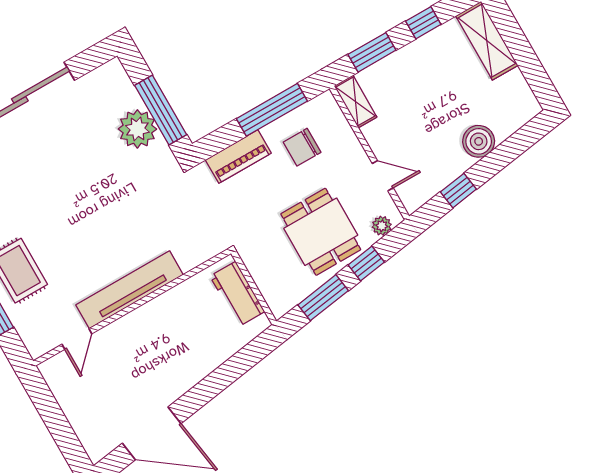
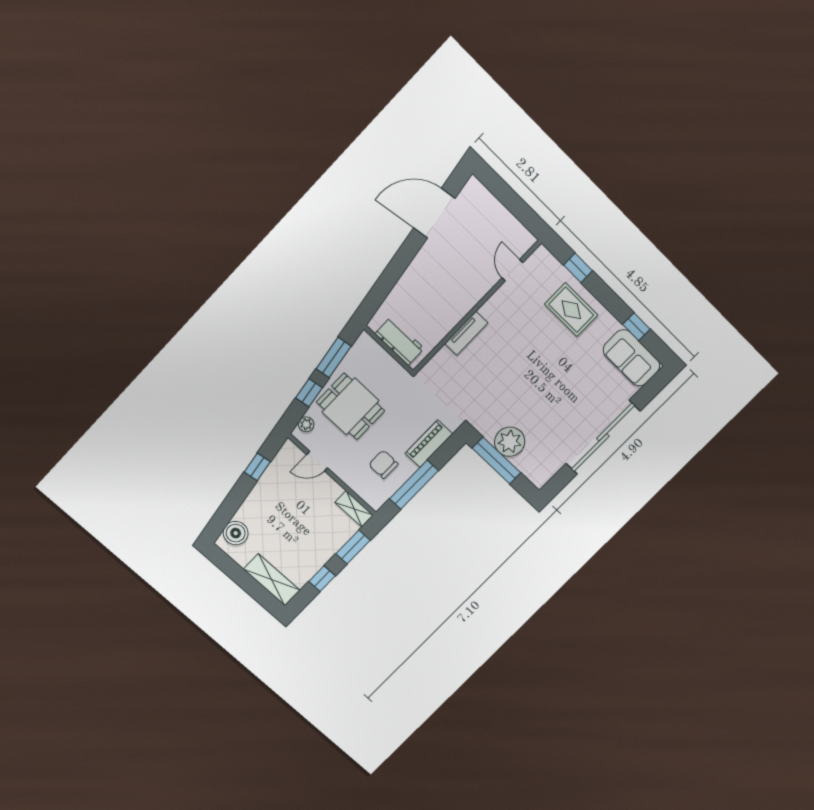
boiler: (479, 141) -> (236, 533), moved
chair: (302, 147) -> (383, 464), turned -90
tv unit: (130, 290) -> (466, 333), width x0.52, depth x0.78

